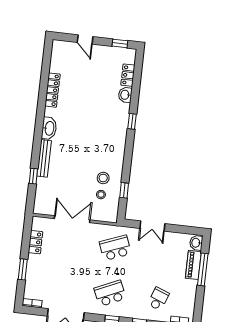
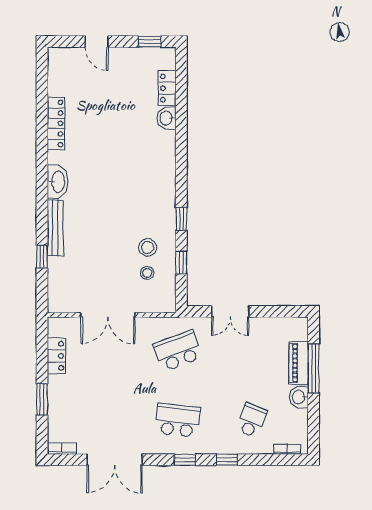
window: (132, 121) -> (181, 219), moved
double door: (72, 219) -> (108, 315), swing flipped
washbasin: (196, 243) -> (299, 397), moved
school desk: (110, 293) -> (178, 420), turned 30

